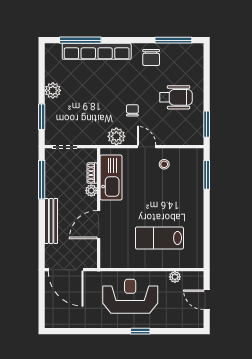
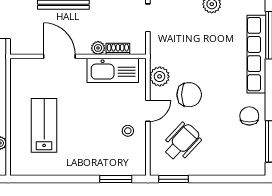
chair: (151, 57) -> (249, 116), turned 90
wheelchair: (176, 97) -> (182, 142), moved, turned -137
chair: (132, 110) -> (189, 95), width x1.87, depth x1.87

